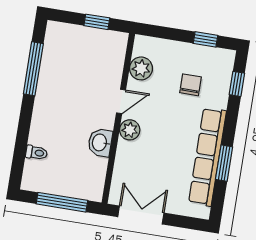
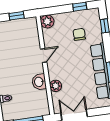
plant: (141, 68) -> (47, 21), moved
plant: (130, 130) -> (56, 86), moved

